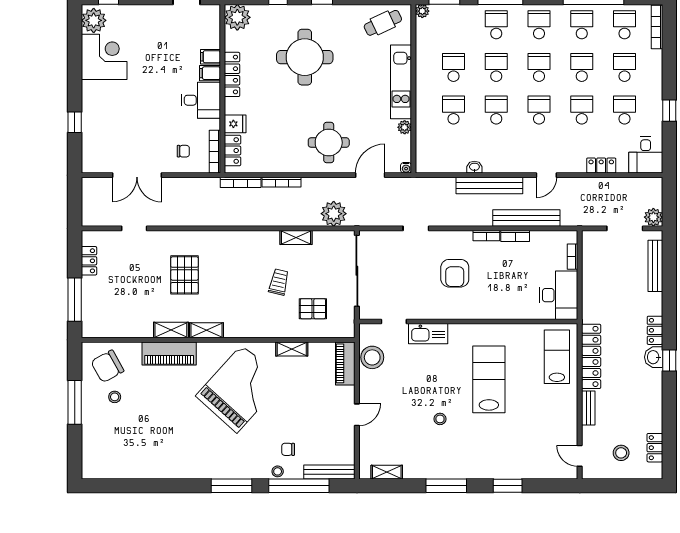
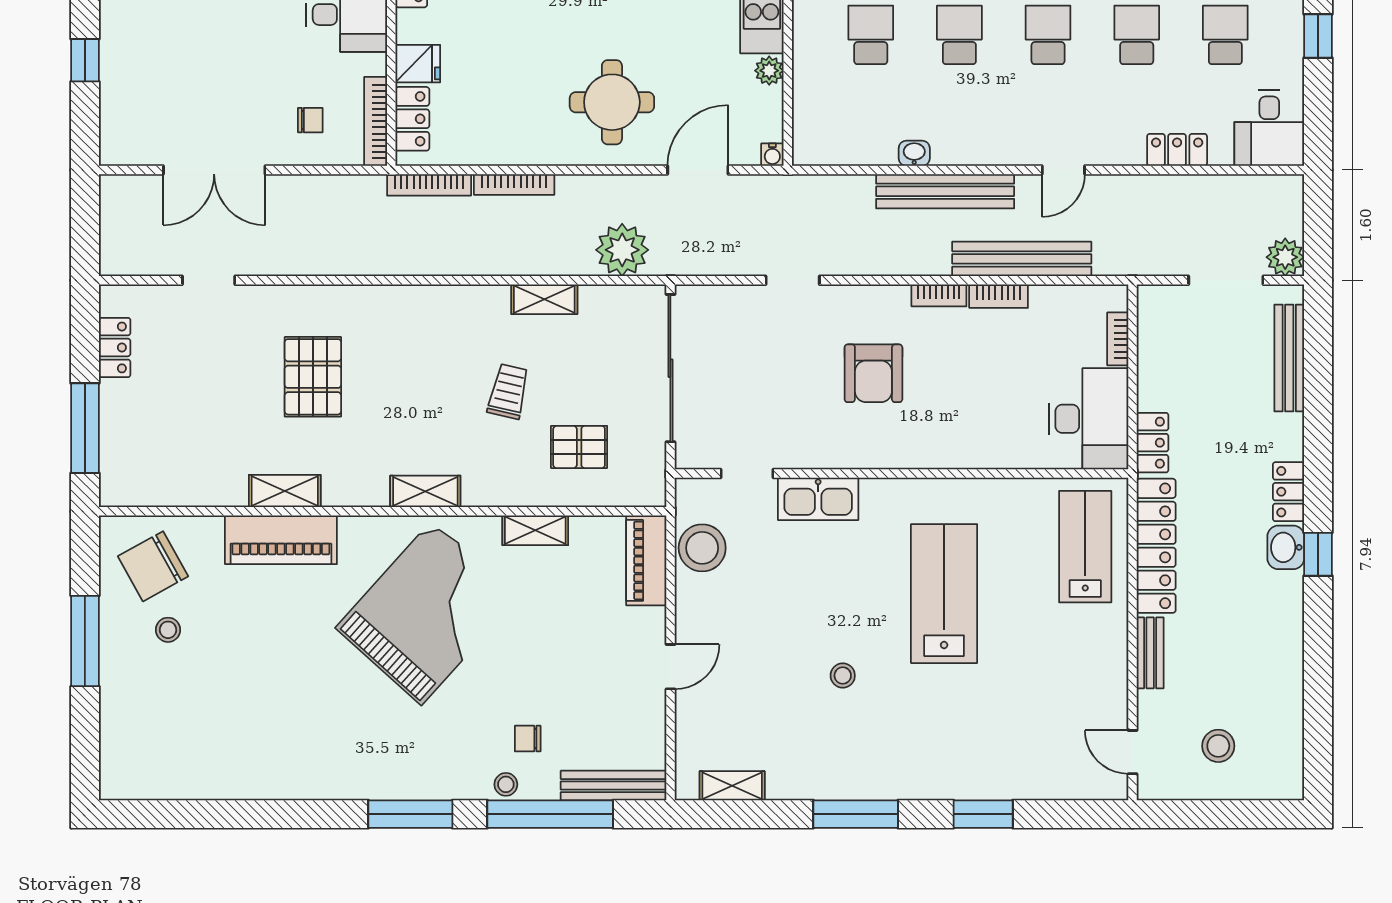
shelving: (207, 330) -> (425, 491), moved
locker: (655, 448) -> (1153, 443), moved, turned 180

